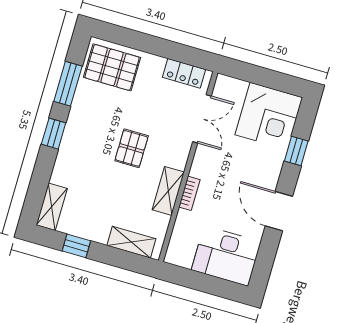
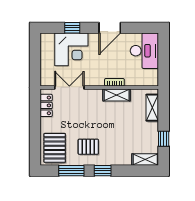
corner desk: (269, 116) -> (71, 49), moved, turned 90
pallet: (132, 148) -> (88, 147), moved

